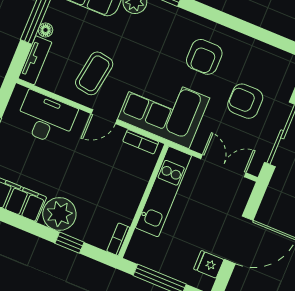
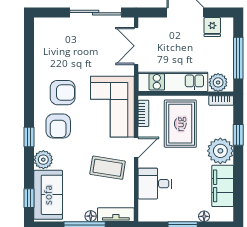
armchair: (245, 101) -> (58, 126), moved
door: (104, 117) -> (136, 148), hinge flipped
desk: (46, 118) -> (155, 184), width x0.73
rug: (111, 180) -> (180, 124), added
plant: (141, 244) -> (218, 82), added

